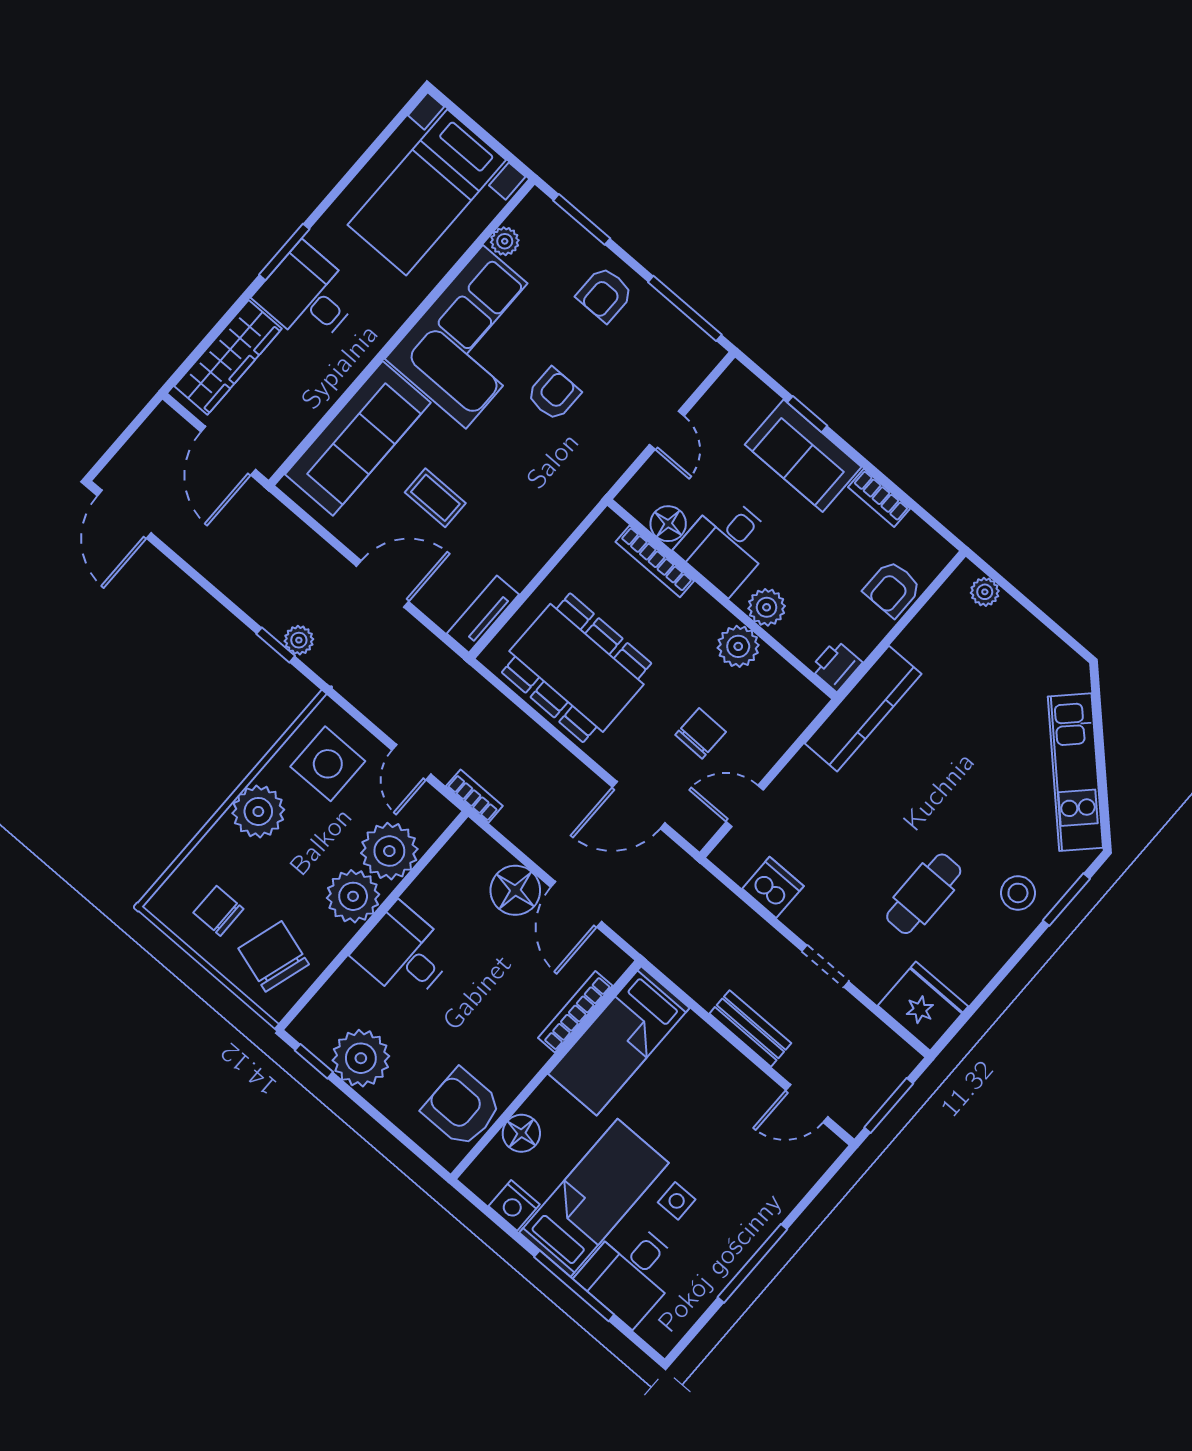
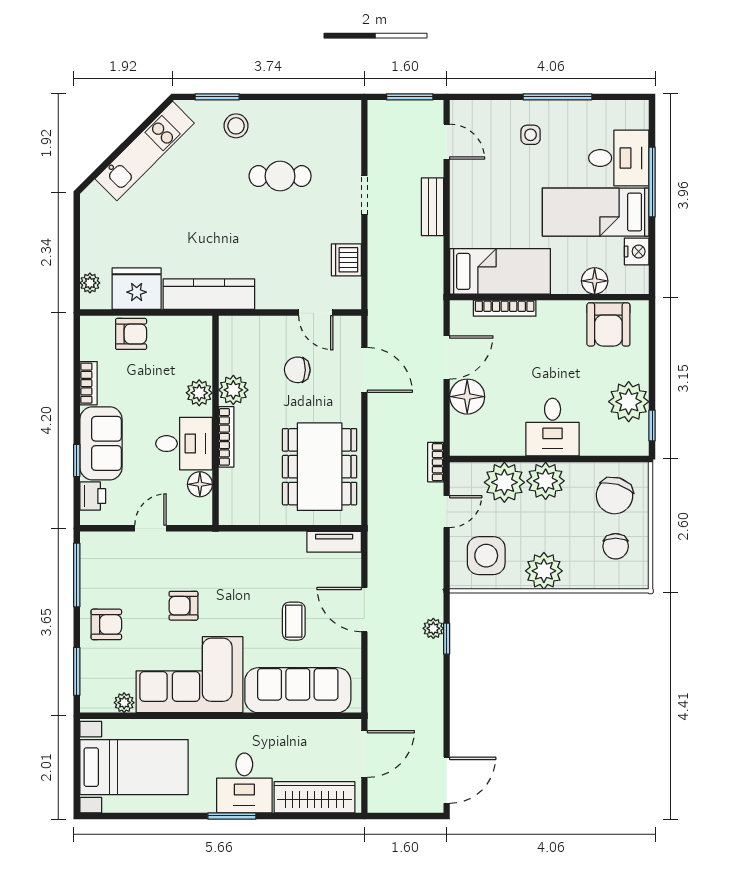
bookcase: (655, 561) -> (226, 437), moved
printer: (836, 666) -> (93, 496), moved, turned -90
fridge: (923, 1006) -> (137, 289), moved, turned 90
side table: (677, 1201) -> (531, 135), moved

